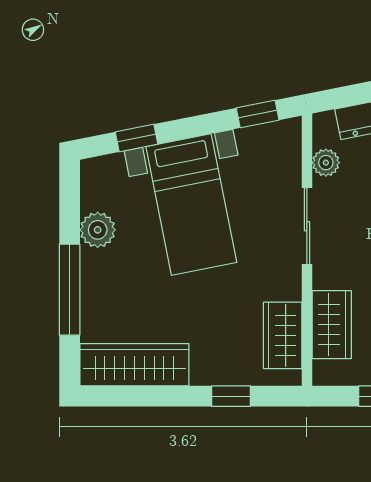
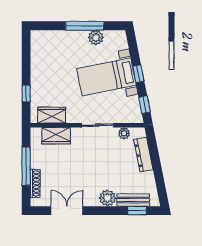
window: (137, 138) -> (138, 74), moved
window: (70, 290) -> (85, 26), moved
wardrobe: (134, 365) -> (39, 53), removed

